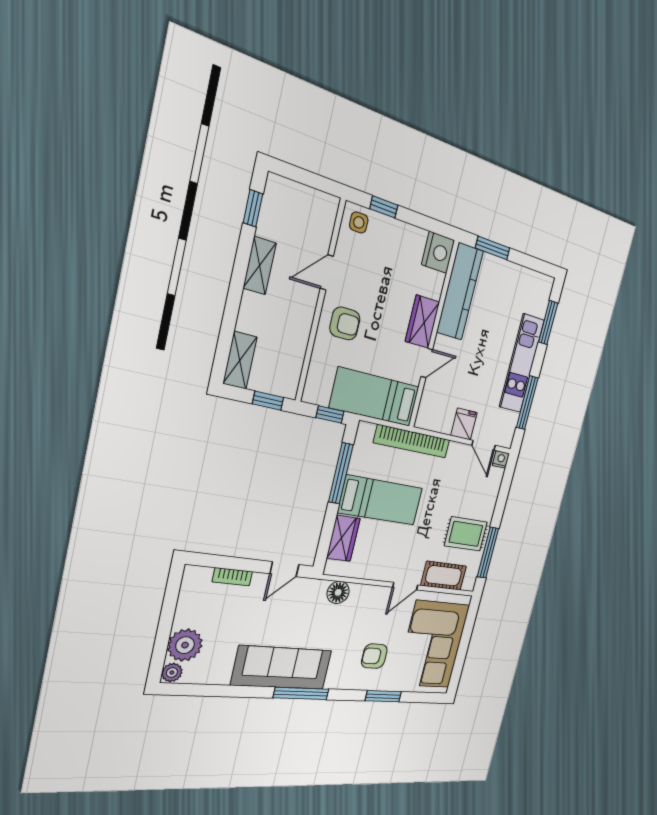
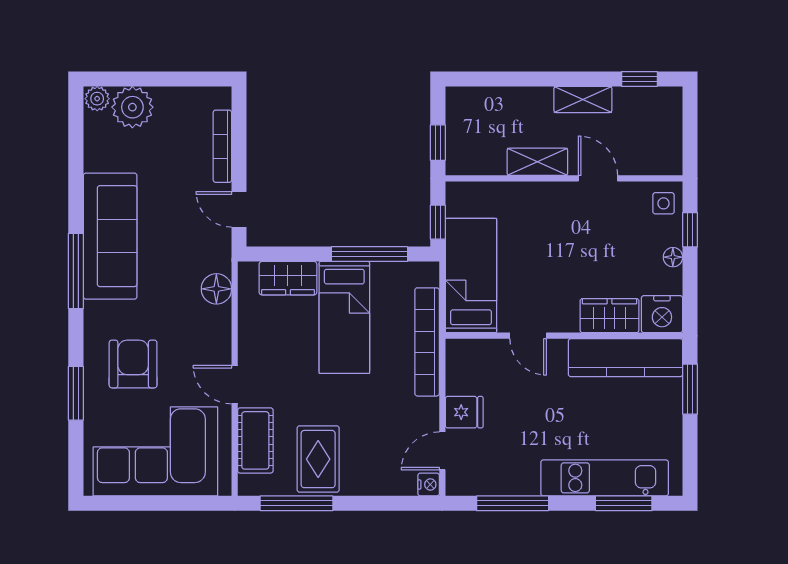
floor lamp: (400, 229) -> (673, 257), added
wardrobe: (422, 322) -> (609, 316), moved
armchair: (345, 324) -> (547, 215), removed
shelving: (240, 360) -> (537, 162), moved
kitchen unit: (522, 363) -> (605, 478), moved
bookcase: (232, 577) -> (222, 146), width x1.56
armchair: (374, 656) -> (133, 364), width x1.38, depth x1.38

